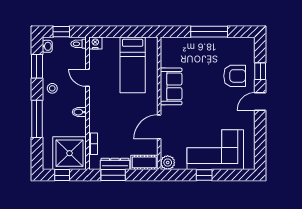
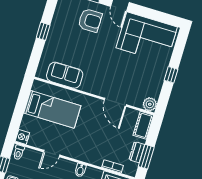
window: (209, 32) -> (43, 31), width x0.46
armchair: (235, 76) -> (90, 20), turned 90
sofa: (171, 86) -> (65, 75), moved
corner sofa: (215, 150) -> (147, 37), moved, turned -90
dresser: (115, 164) -> (137, 152), width x0.70

